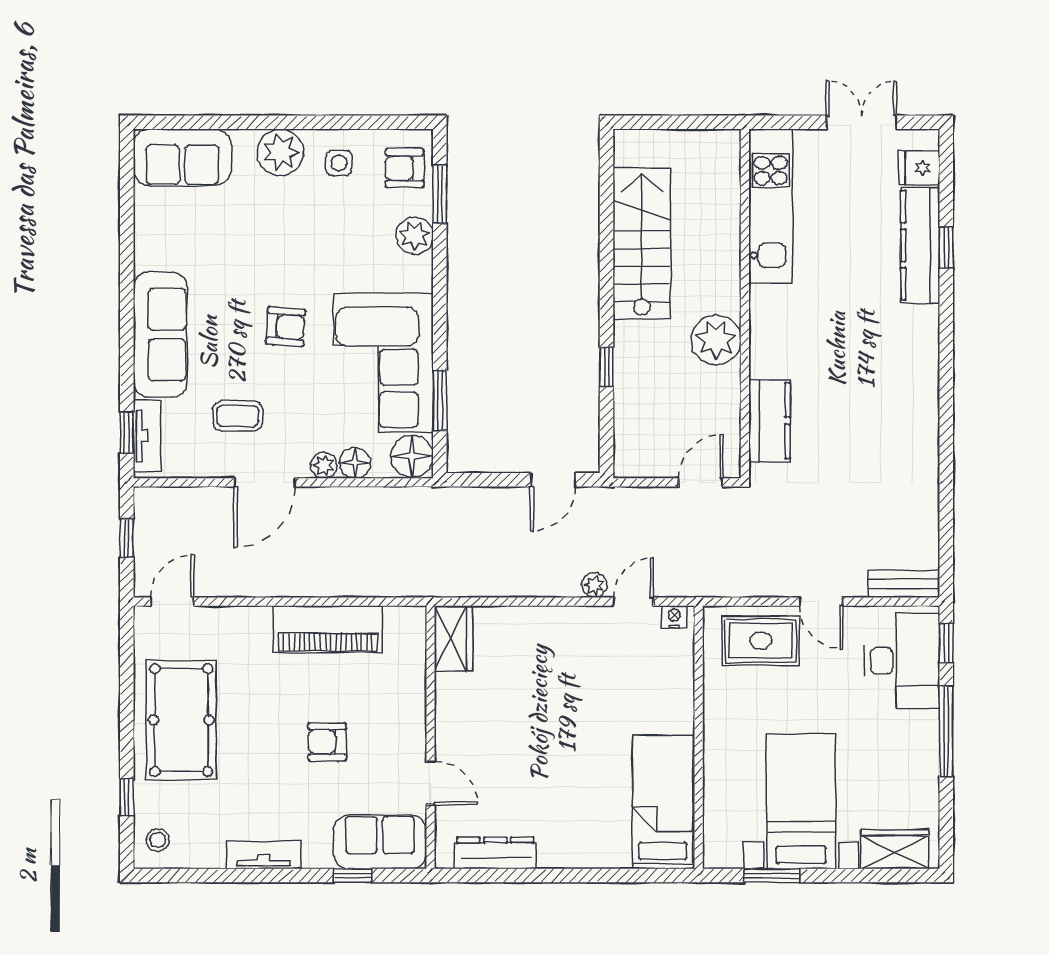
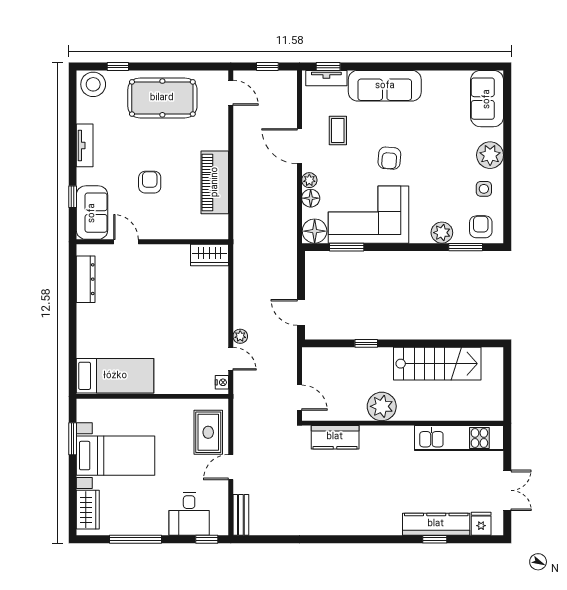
desk: (902, 661) -> (189, 514), width x0.73
window: (946, 732) -> (135, 539), moved
door: (431, 783) -> (126, 242), swing flipped
stool: (158, 840) -> (93, 84), width x1.89, depth x1.89

